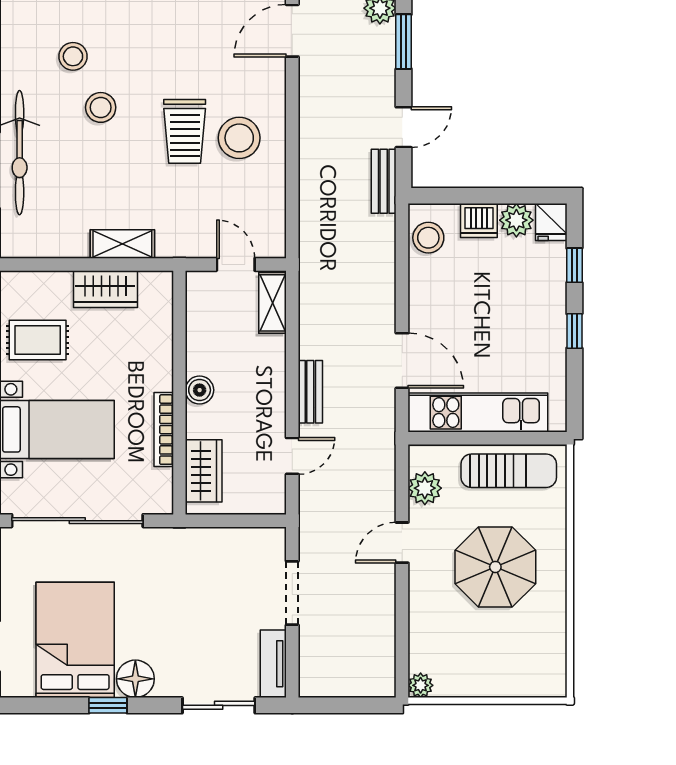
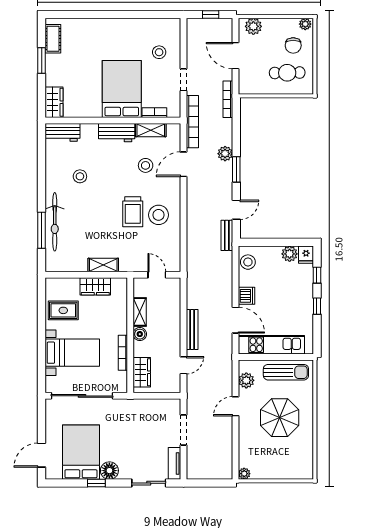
stool: (101, 107) -> (146, 165), moved
dishwasher: (479, 220) -> (246, 296), moved, turned -90
shelving: (272, 303) -> (140, 312), moved
bench: (310, 392) -> (192, 330), width x1.36

